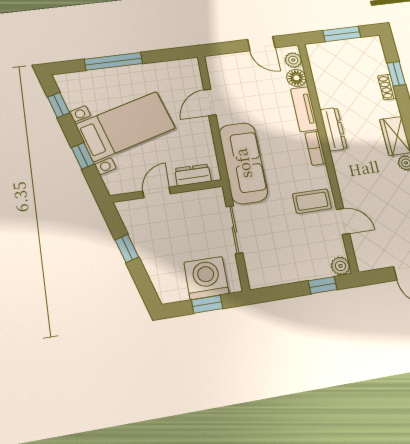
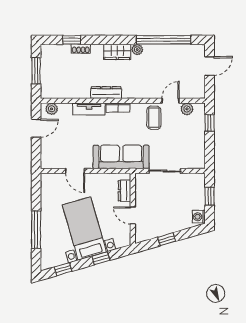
floor lamp: (296, 78) -> (65, 109), removed
plant: (340, 266) -> (187, 109), moved
washing machine: (206, 278) -> (199, 217), moved, width x0.53, depth x0.53

